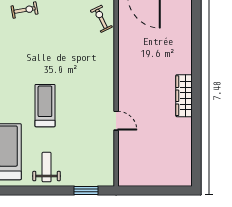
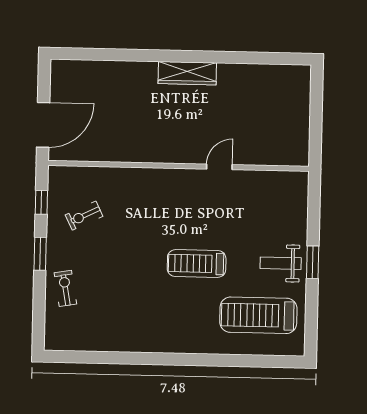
exercise bike: (101, 19) -> (84, 216), moved
window: (86, 191) -> (313, 262), moved

